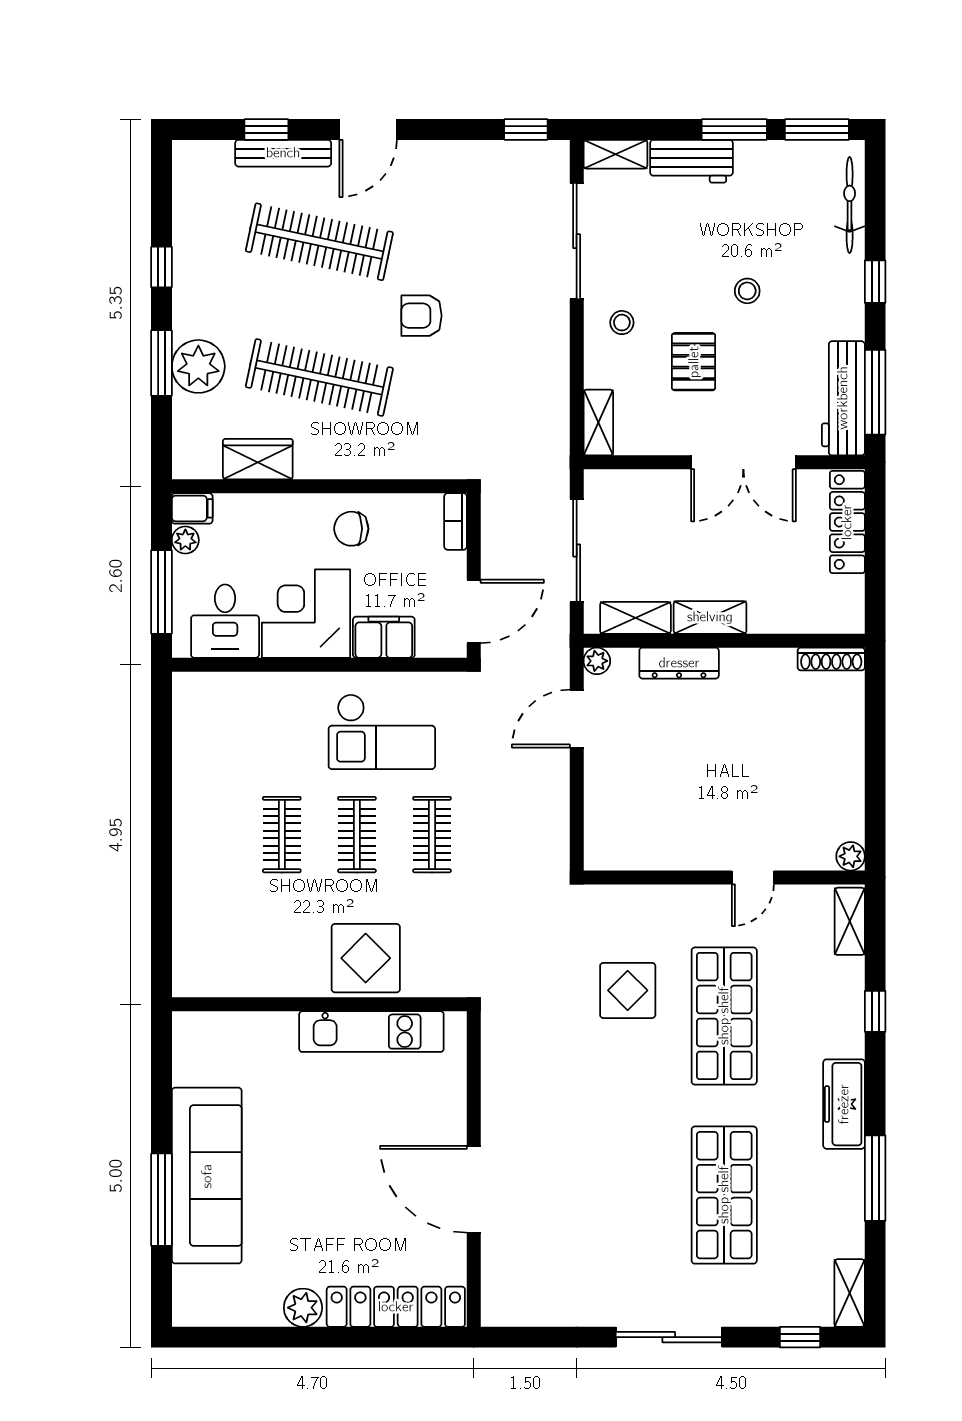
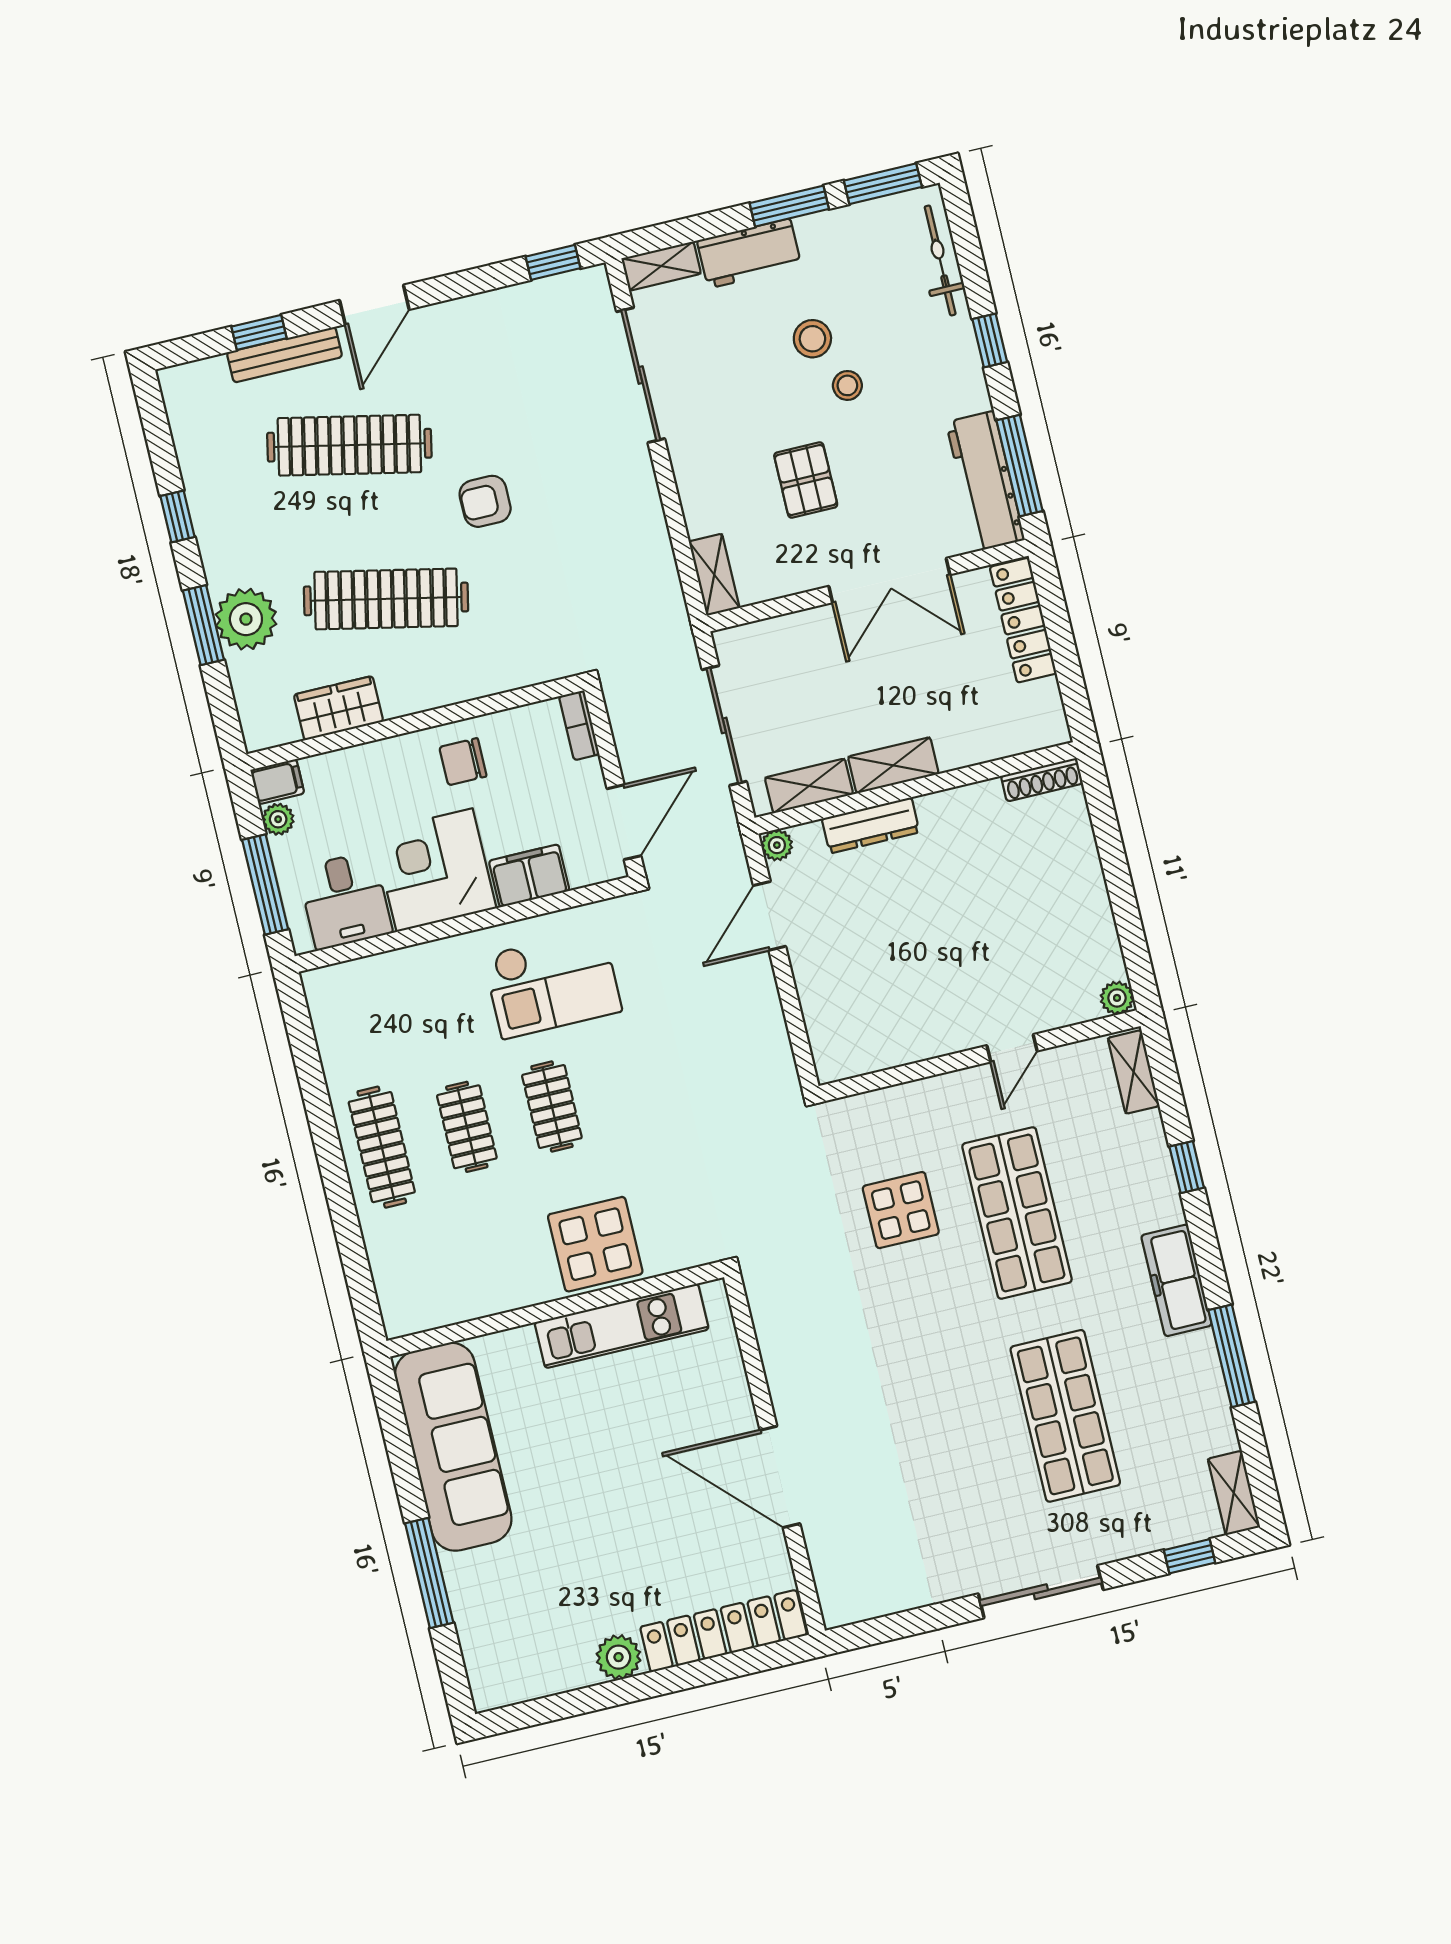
stool: (622, 323) -> (812, 339), moved, width x1.37, depth x1.37
clothes rail: (432, 835) -> (382, 1147), moved, width x1.36
sofa: (207, 1176) -> (453, 1447), moved

